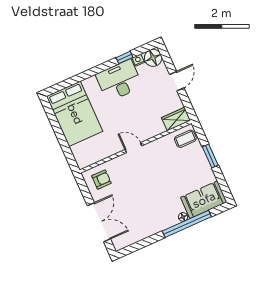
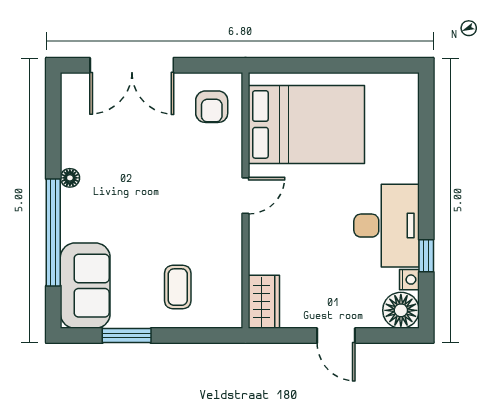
bed: (75, 114) -> (306, 124), moved, turned 180
coffee table: (185, 139) -> (178, 287), moved
window: (210, 156) -> (127, 336), moved
floor lamp: (183, 217) -> (70, 178), moved

